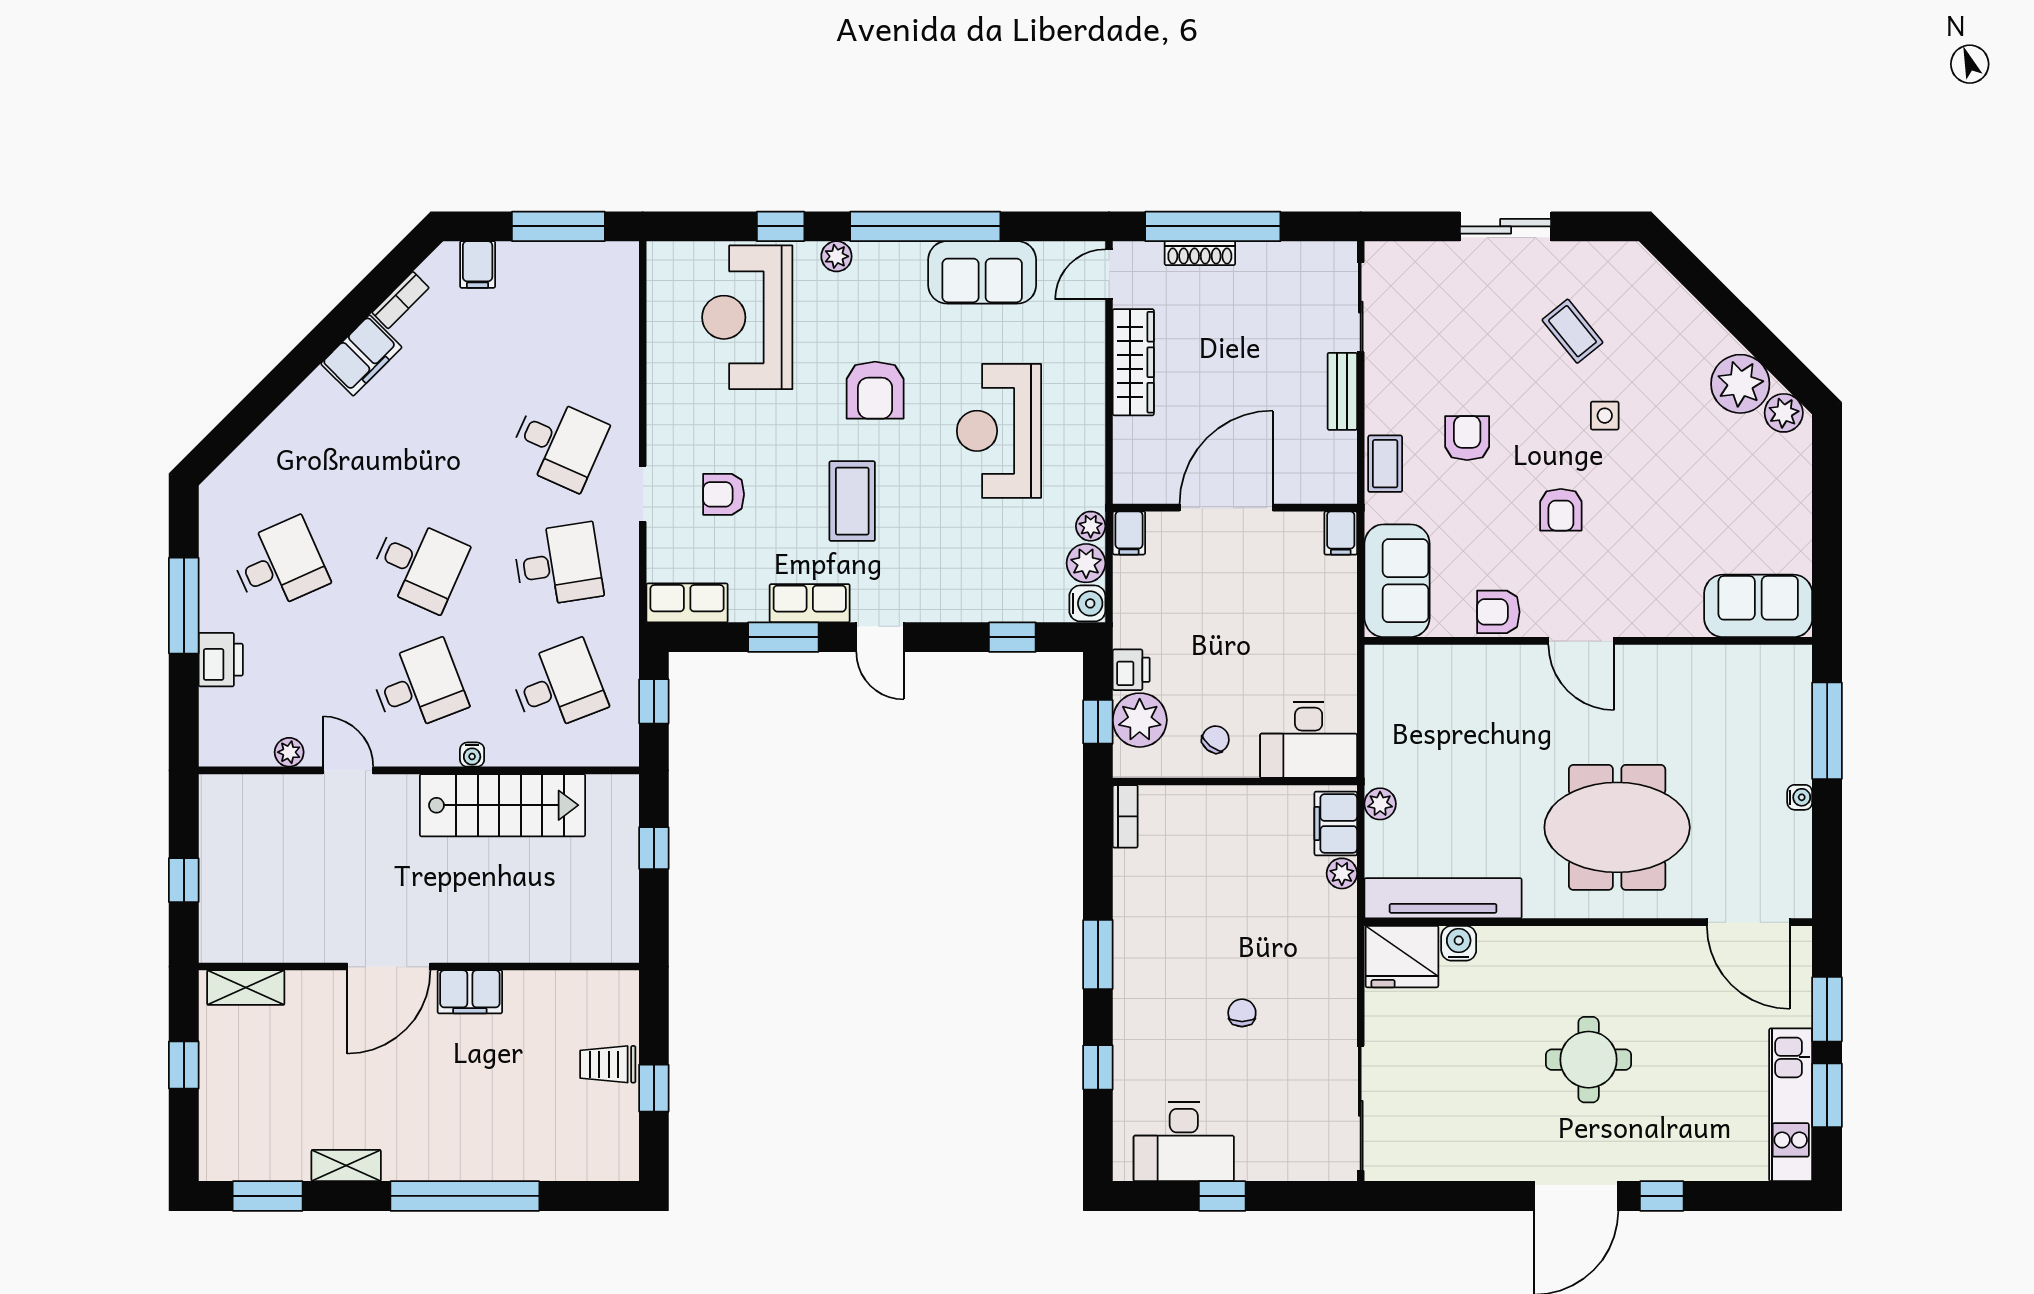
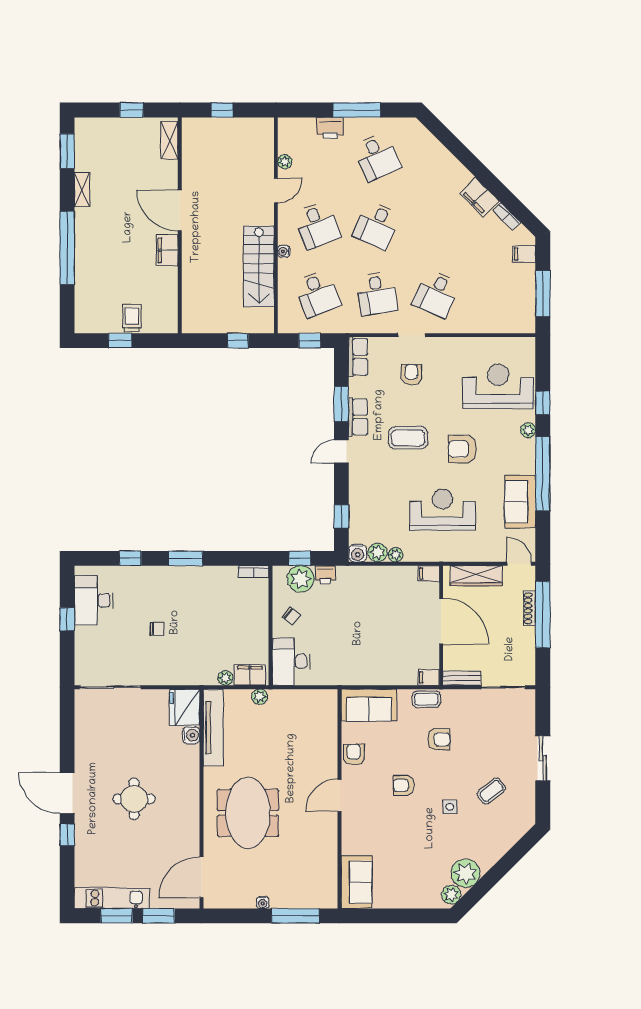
door: (1226, 508) -> (441, 621), moved
wall: (1235, 508) -> (441, 625), moved
filing cabinet: (1129, 533) -> (429, 574), moved
filing cabinet: (1341, 533) -> (429, 677), moved

